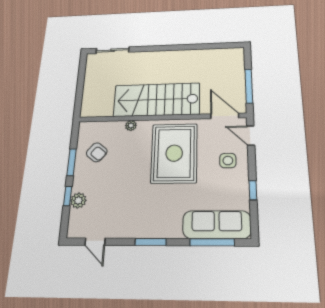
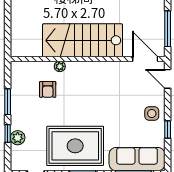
armchair: (97, 152) -> (48, 89), moved, turned 51
rug: (174, 153) -> (75, 146), moved, turned 90
side table: (228, 161) -> (152, 114), moved

